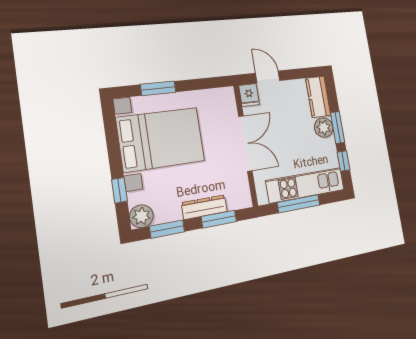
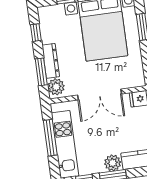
plant: (141, 216) -> (56, 87), moved
window: (167, 229) -> (36, 33), width x0.67

